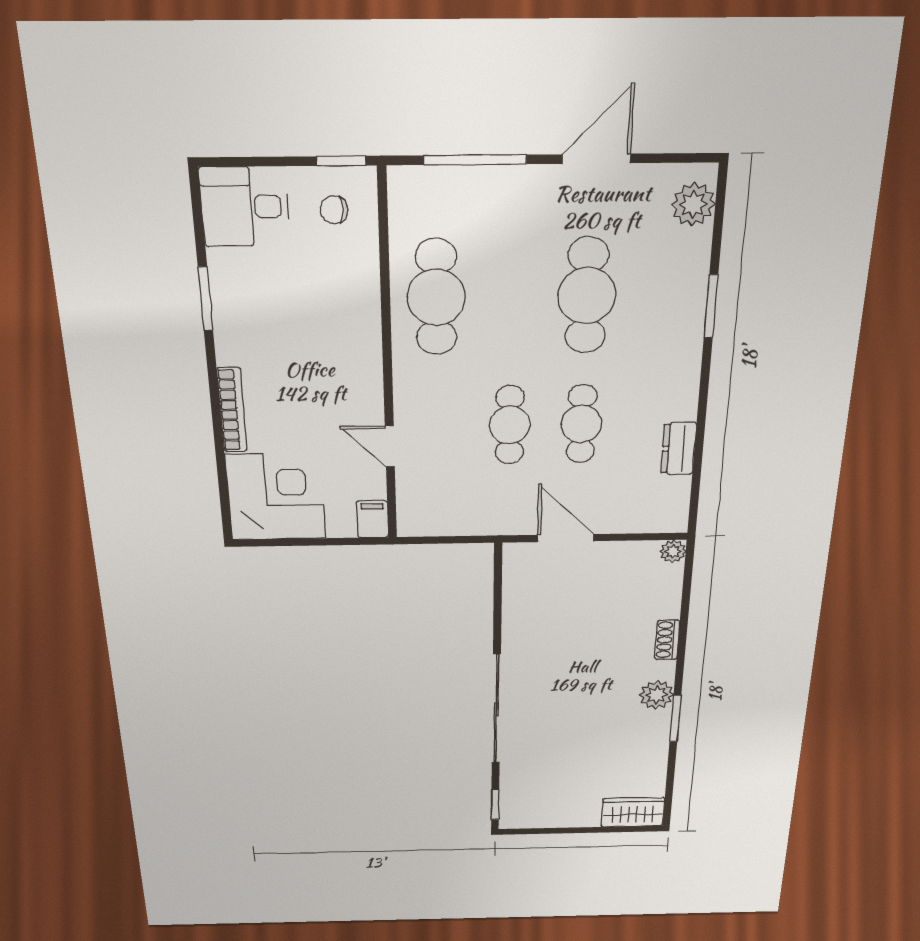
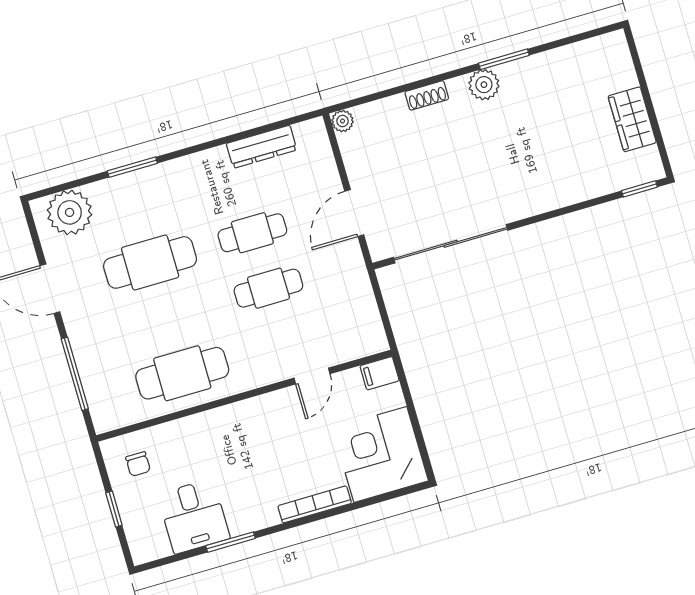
window: (341, 161) -> (114, 509), moved
plant: (693, 204) -> (70, 212), width x1.36, depth x1.36
desk: (245, 207) -> (194, 516), moved
dresser: (679, 449) -> (262, 147), width x1.44
sliding door: (496, 709) -> (451, 244), moved
wardrobe: (633, 812) -> (632, 119), moved

